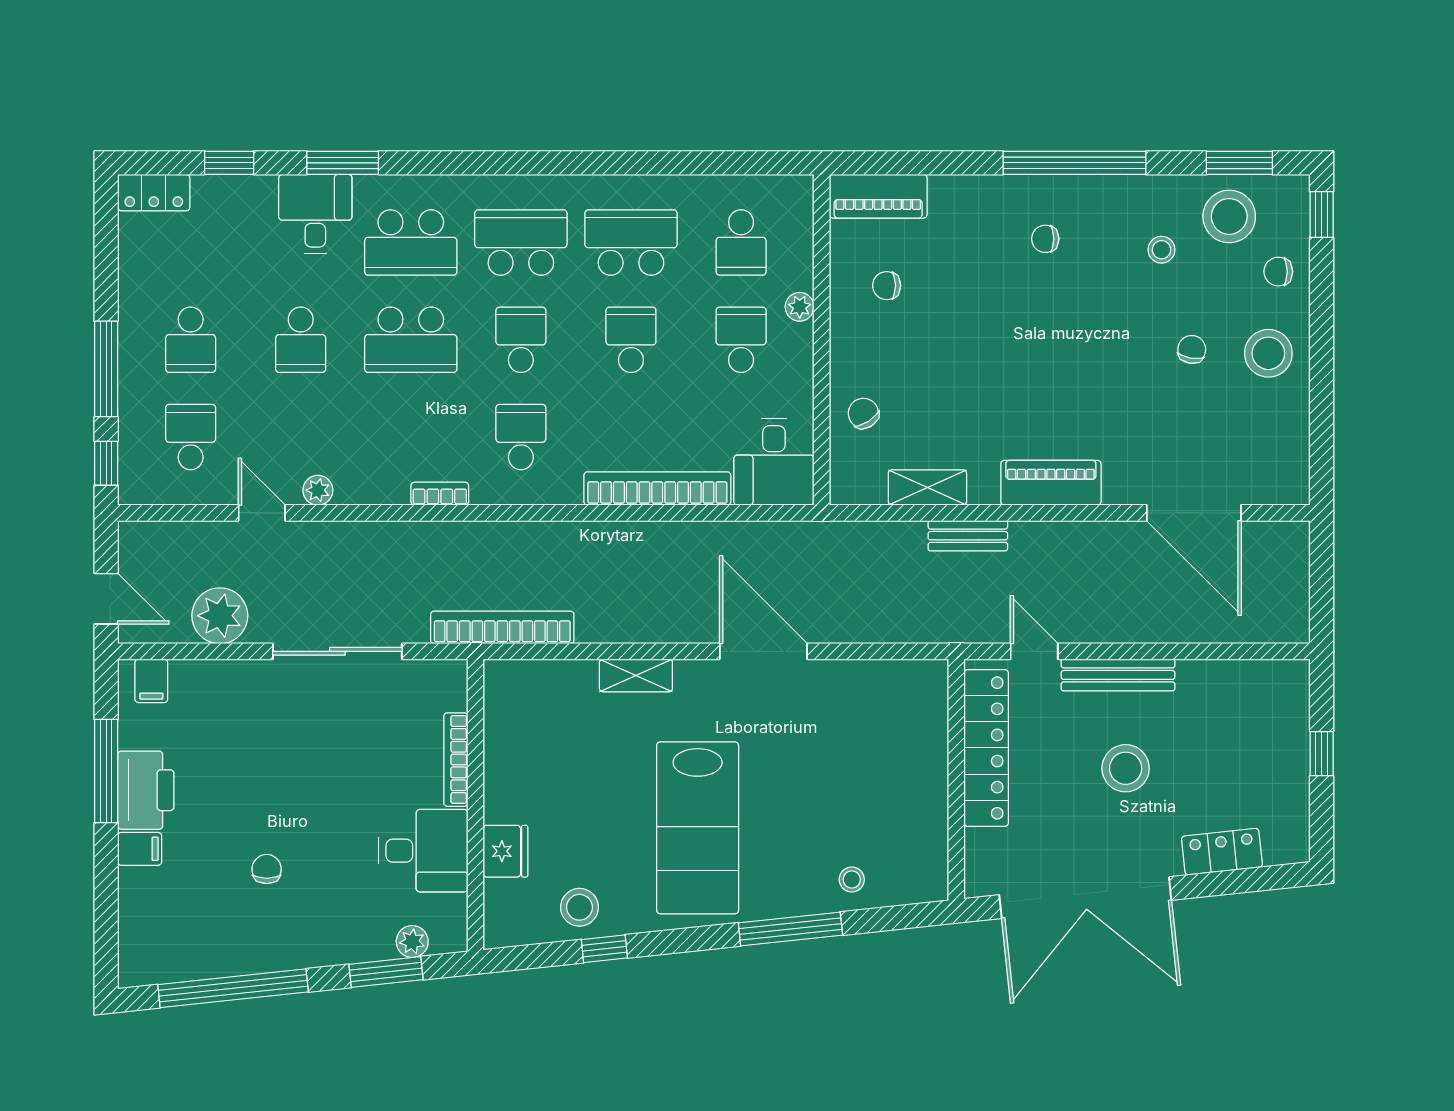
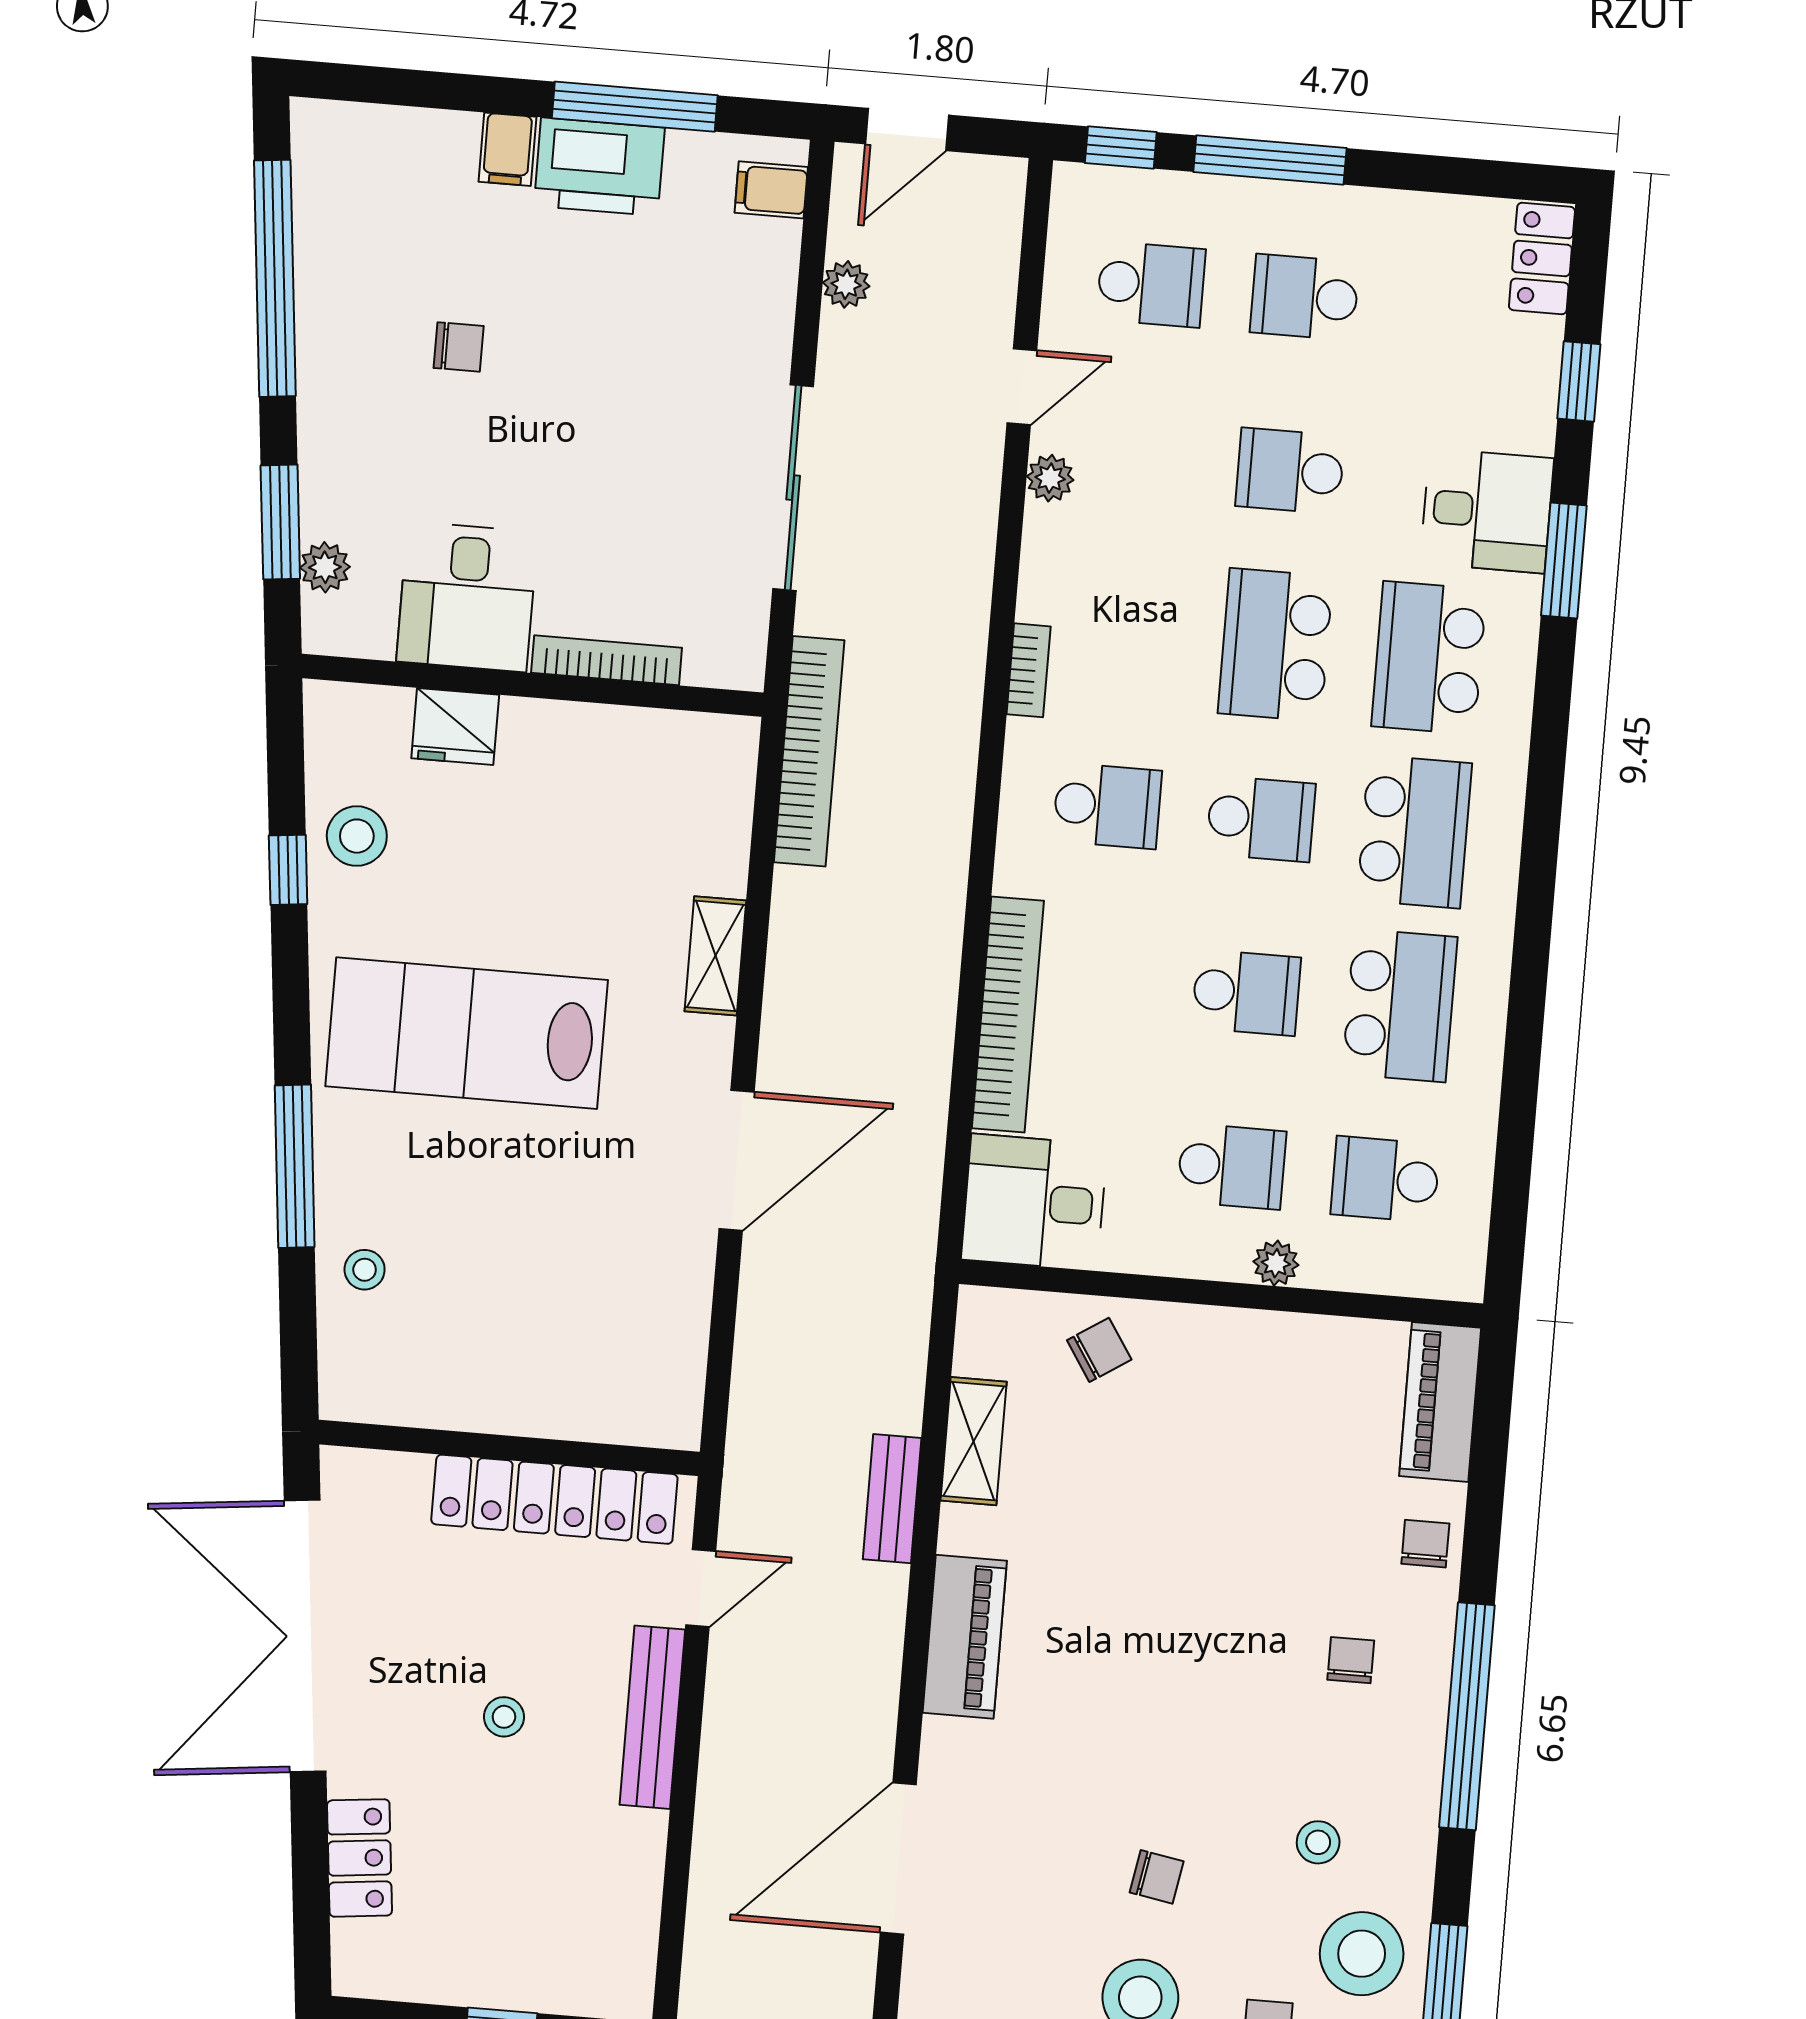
chair: (887, 286) -> (1425, 1544), moved
plant: (220, 616) -> (846, 284), width x0.53, depth x0.53
stool: (1126, 768) -> (504, 1717), width x0.53, depth x0.53

